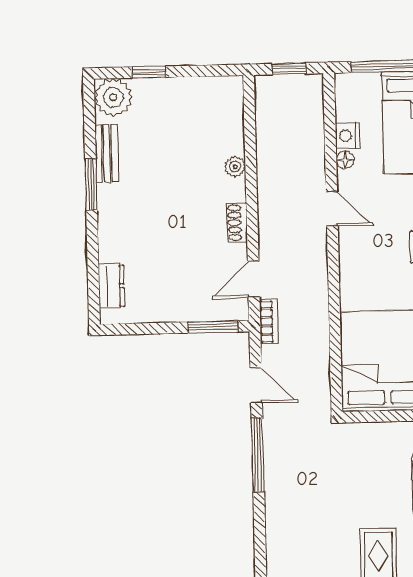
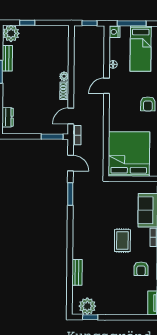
nightstand: (347, 135) -> (115, 32), moved
plant: (235, 167) -> (64, 76), moved
door: (332, 209) -> (107, 86), swing flipped
window: (258, 455) -> (70, 194), width x0.69

